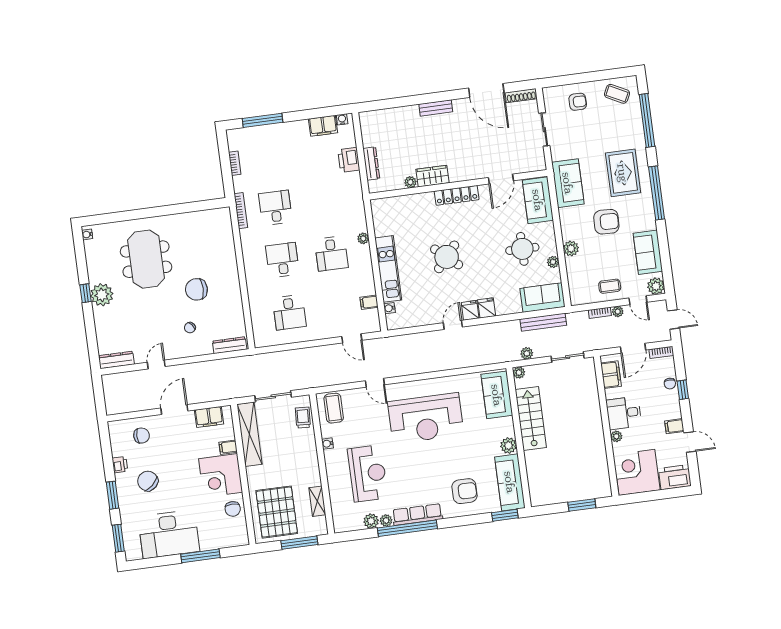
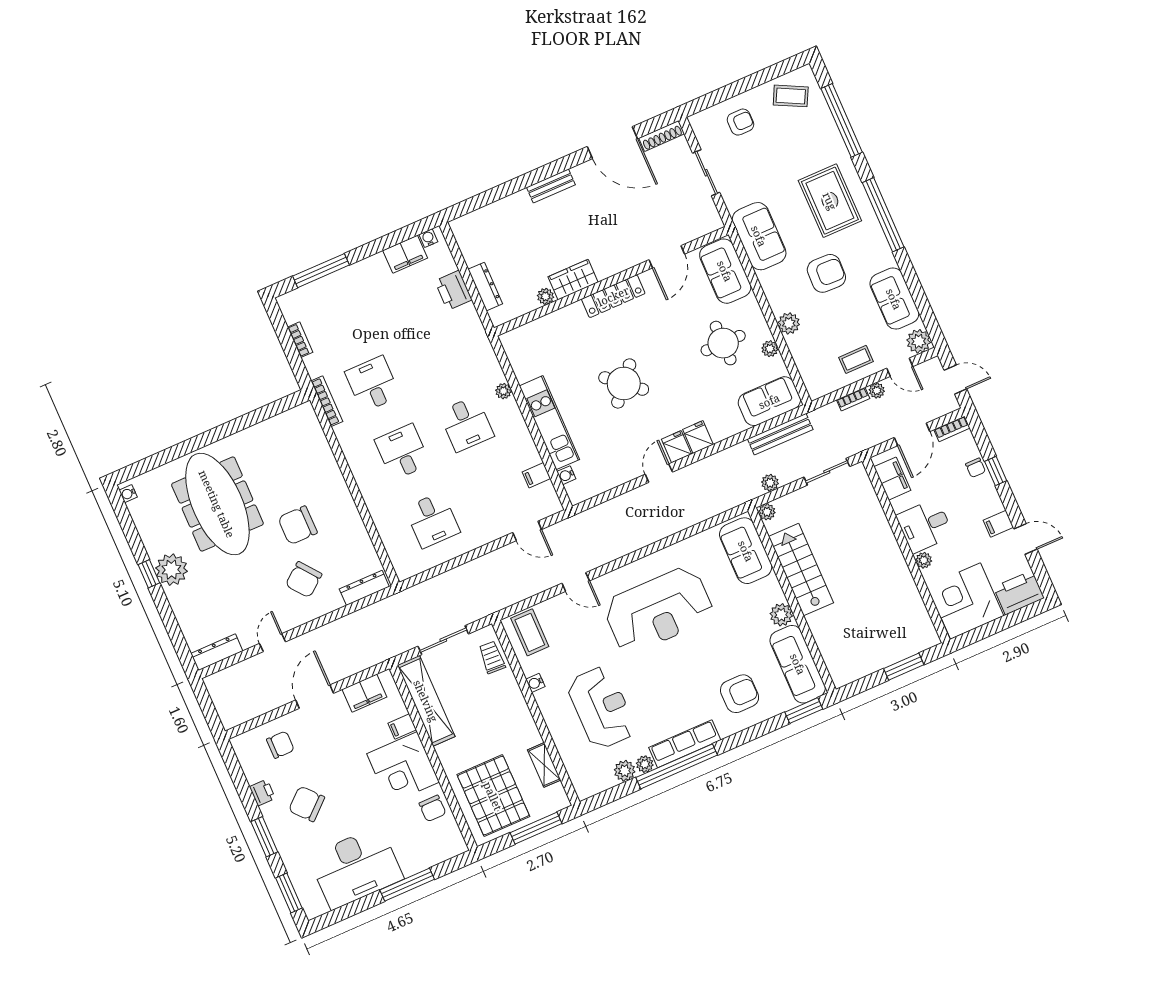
meeting table: (146, 259) -> (217, 504), width x1.36
chair: (190, 328) -> (304, 580), width x1.87, depth x1.87

